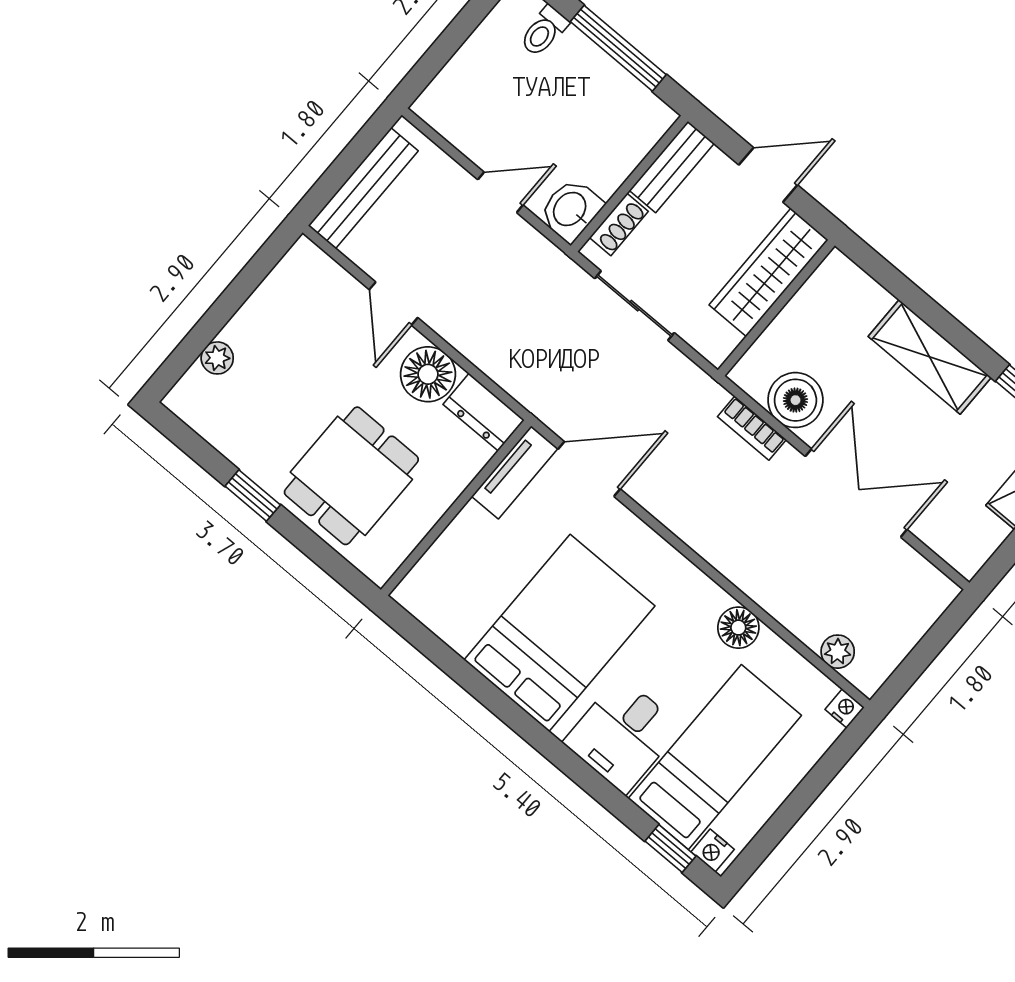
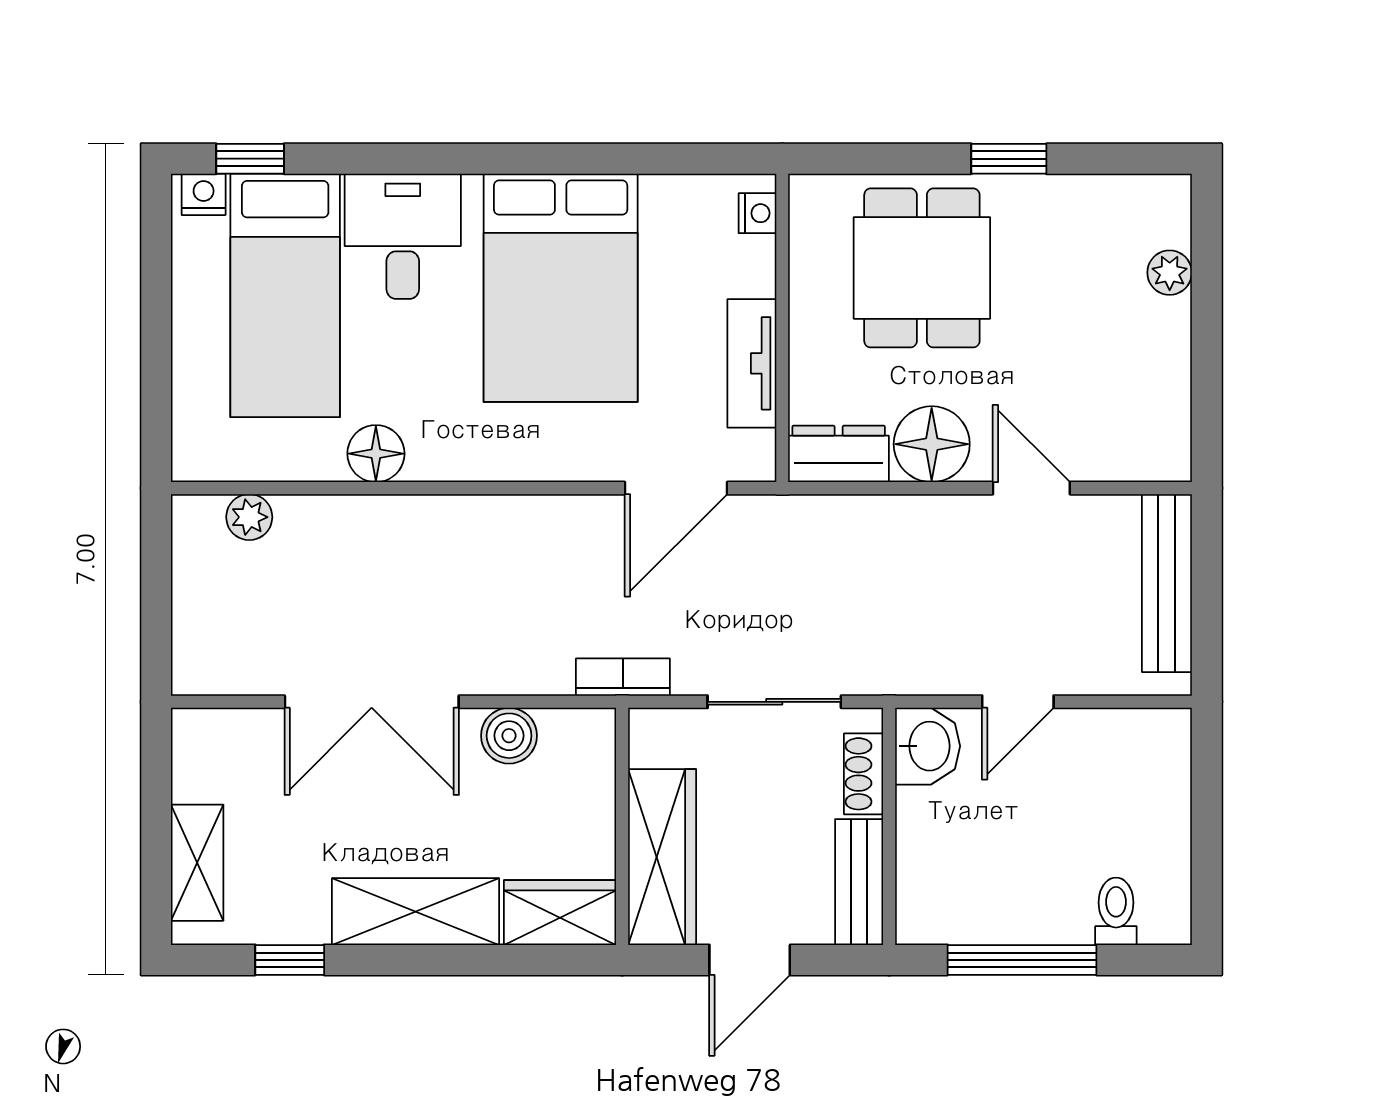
wardrobe: (851, 289) -> (560, 913), added
boiler: (795, 400) -> (509, 736), width x0.73, depth x0.73
bookcase: (752, 428) -> (623, 677), moved
tv unit: (515, 472) -> (752, 363), moved
nightstand: (845, 708) -> (757, 213), moved, turned -90

